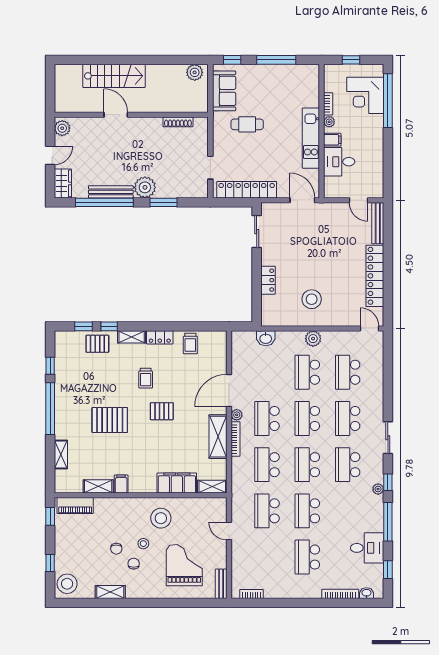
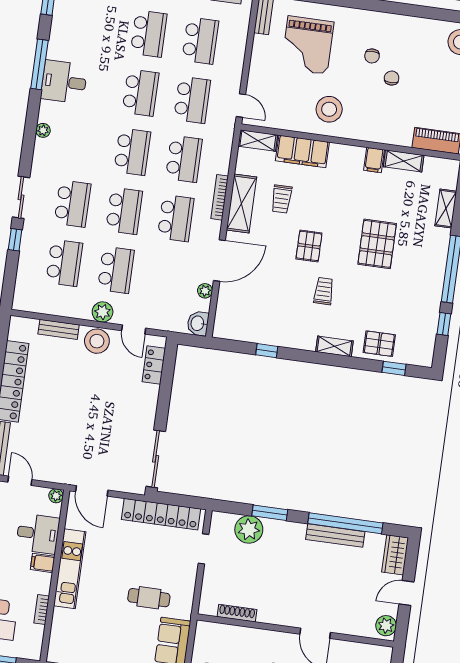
plant: (329, 122) -> (56, 496), moved
plant: (145, 187) -> (249, 529), moved
sliding door: (257, 232) -> (156, 459), width x1.37
locker: (268, 280) -> (154, 365), moved
stool: (312, 299) -> (97, 341), moved
bench: (345, 321) -> (59, 329), added
window: (109, 326) -> (267, 351), moved
door: (370, 329) -> (134, 329), moved
locker: (160, 337) -> (298, 341), removed
washbasin: (266, 338) -> (198, 323), moved, turned -90
trolley: (190, 344) -> (281, 199), moved, turned 180
pallet: (162, 411) -> (309, 246), turned 90
plant: (237, 415) -> (205, 291), moved
pallet: (110, 420) -> (377, 244), turned 90
sliding door: (388, 438) -> (21, 197), moved
school desk: (348, 465) -> (200, 41), moved
window: (388, 482) -> (15, 240), moved
plant: (378, 489) -> (43, 130), moved
door: (229, 531) -> (241, 105), moved
stool: (143, 544) -> (356, 80), removed
desk: (367, 548) -> (64, 82), moved
shelving: (110, 592) -> (407, 24), removed

